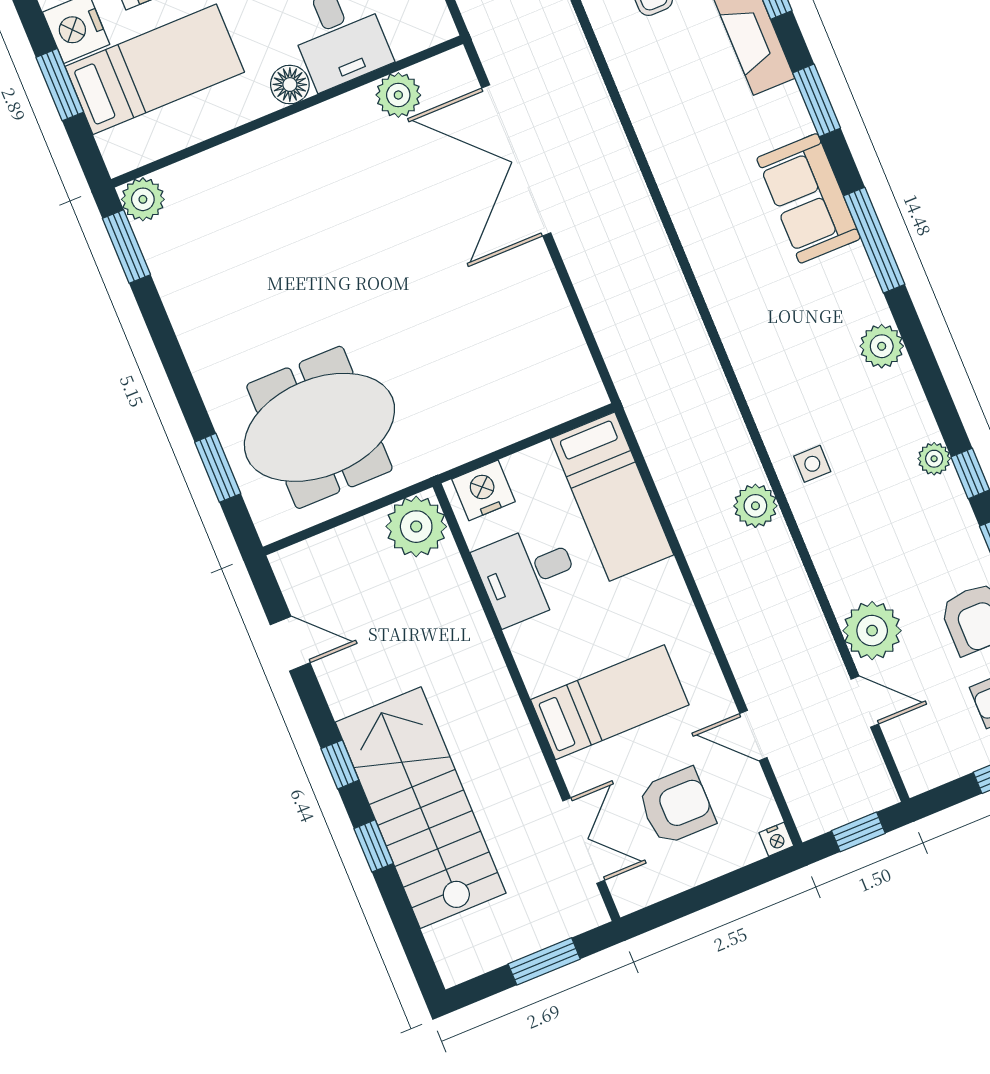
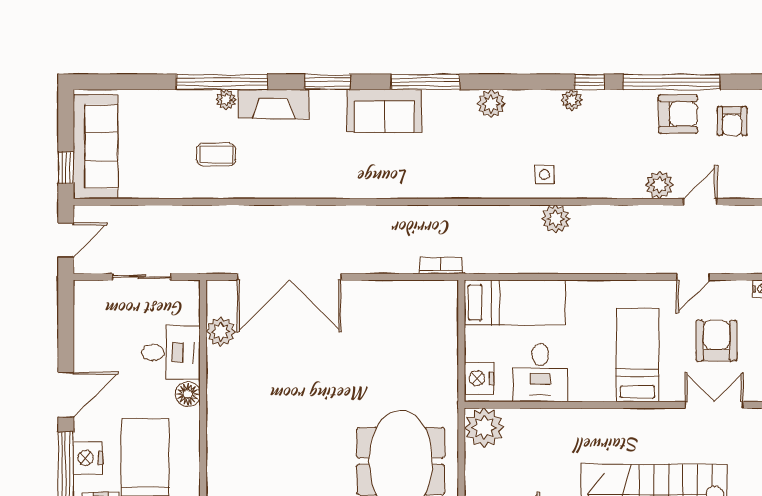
bookcase: (621, 370) -> (441, 266), added
plant: (872, 631) -> (659, 185), width x0.73, depth x0.73

